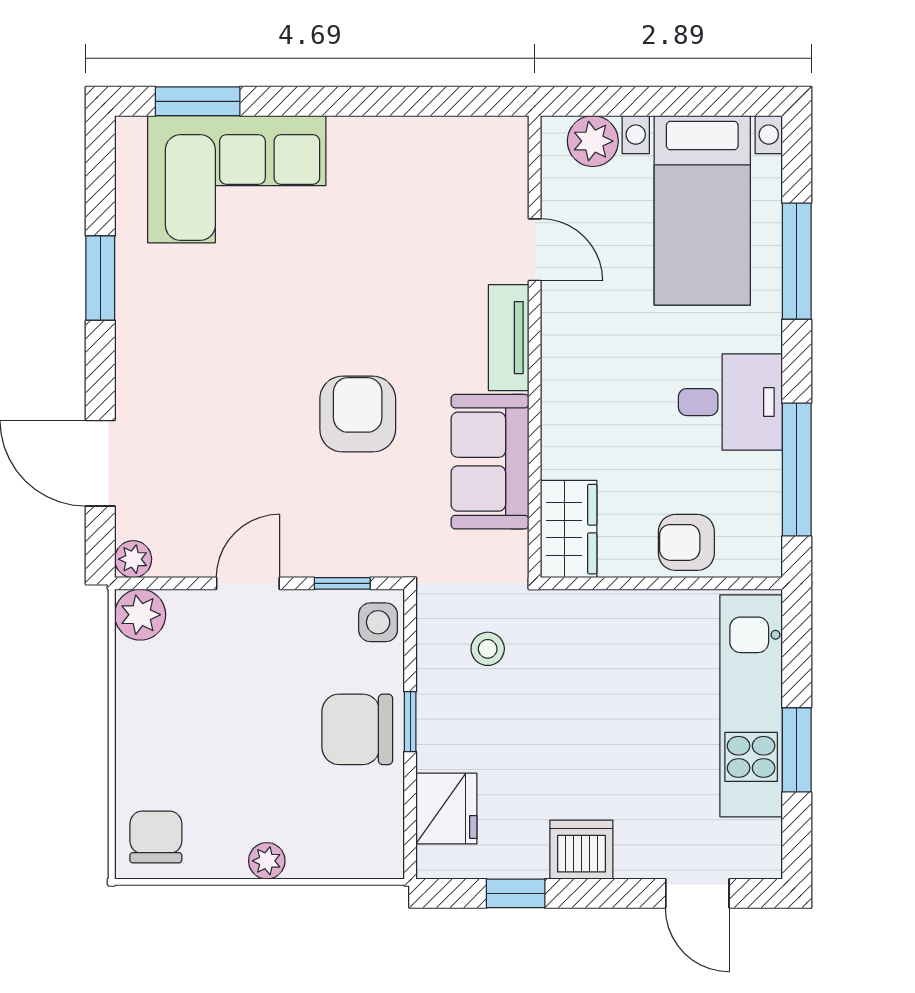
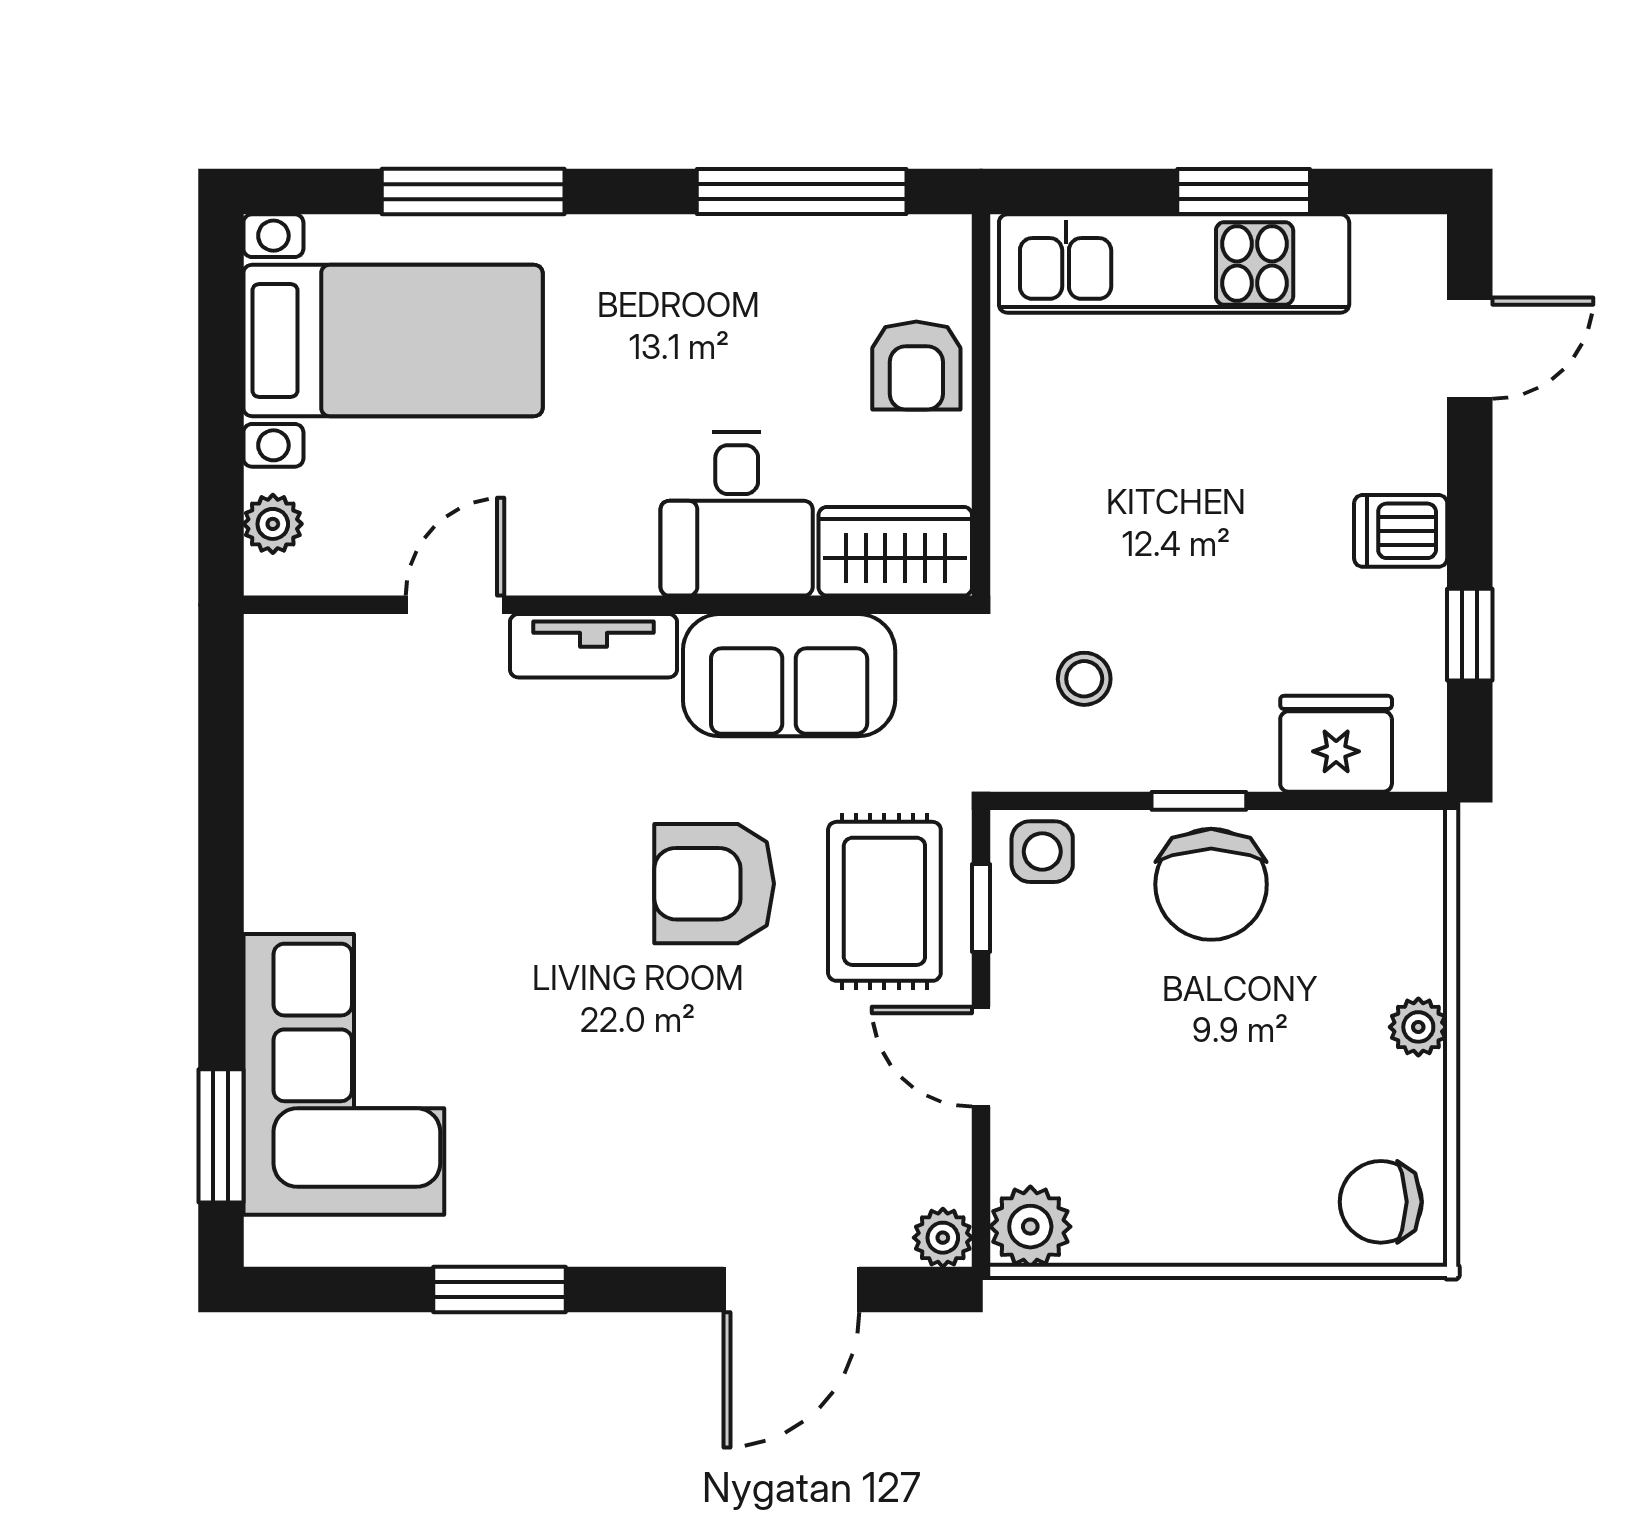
plant: (593, 141) -> (273, 524), width x0.73, depth x0.73
desk: (730, 402) -> (737, 514), moved, turned 180
rug: (346, 522) -> (884, 901), added
dishwasher: (581, 850) -> (1401, 531), width x0.73

